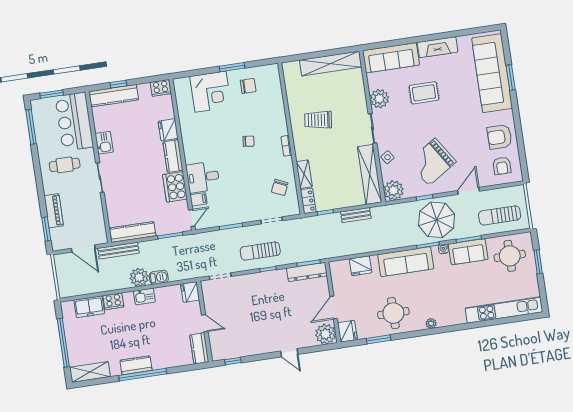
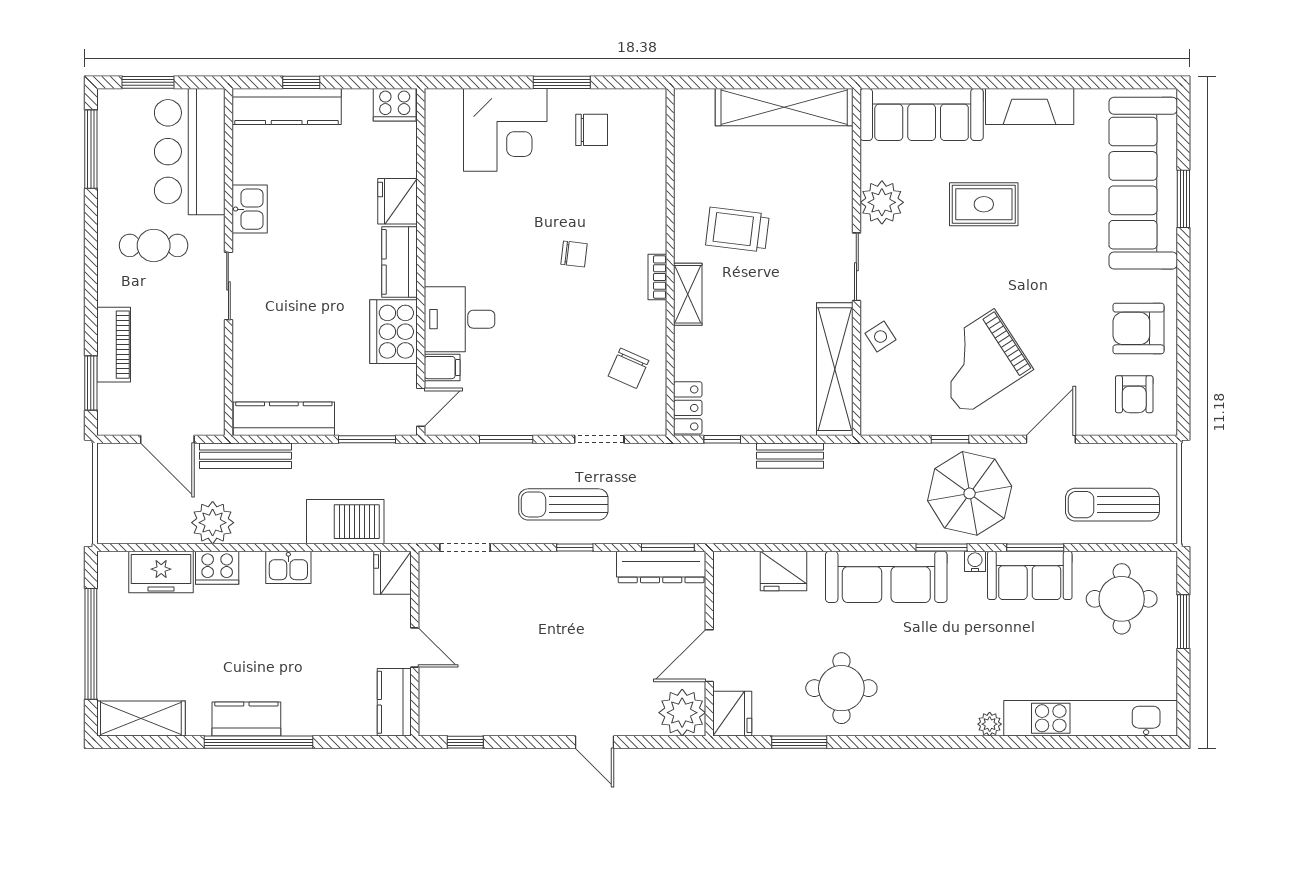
shelving: (304, 174) -> (688, 294), moved
plant: (394, 190) -> (883, 413), removed
plant: (139, 277) -> (213, 523), moved
barbecue: (159, 277) -> (345, 522), width x1.88, depth x1.53
plant: (431, 323) -> (990, 724), moved

